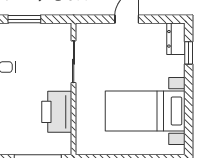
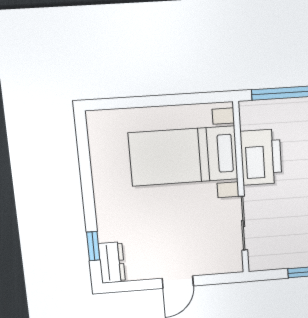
bed with nightstands: (145, 111) -> (184, 156), moved, turned 180

